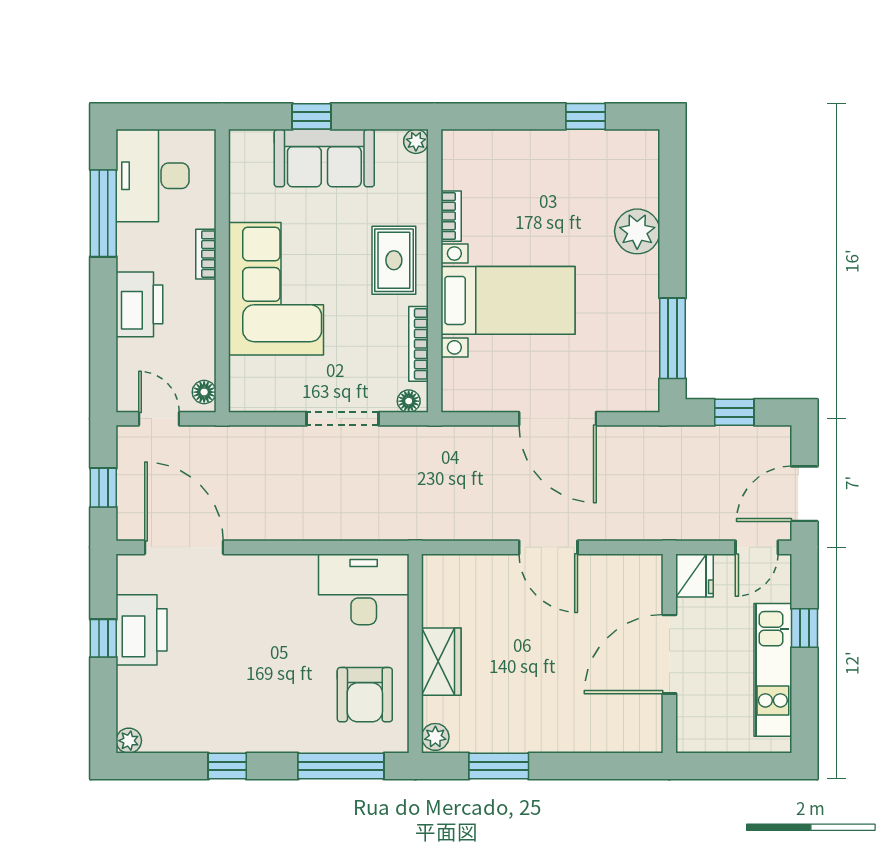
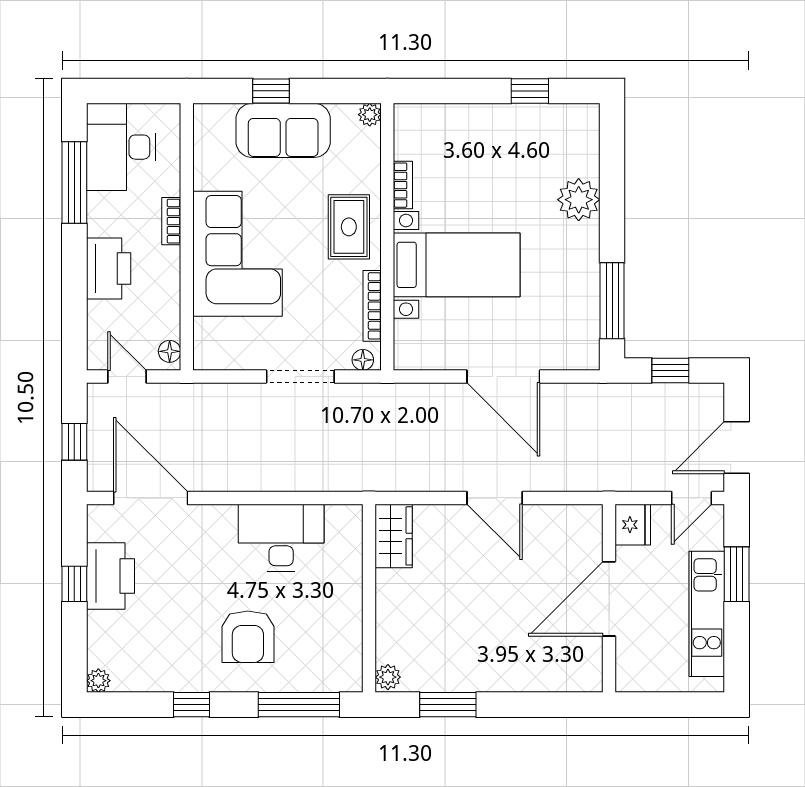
desk: (364, 589) -> (281, 538), moved
window: (804, 628) -> (737, 574), width x1.50
wardrobe: (441, 662) -> (394, 536), moved
armchair: (365, 695) -> (248, 637), moved

